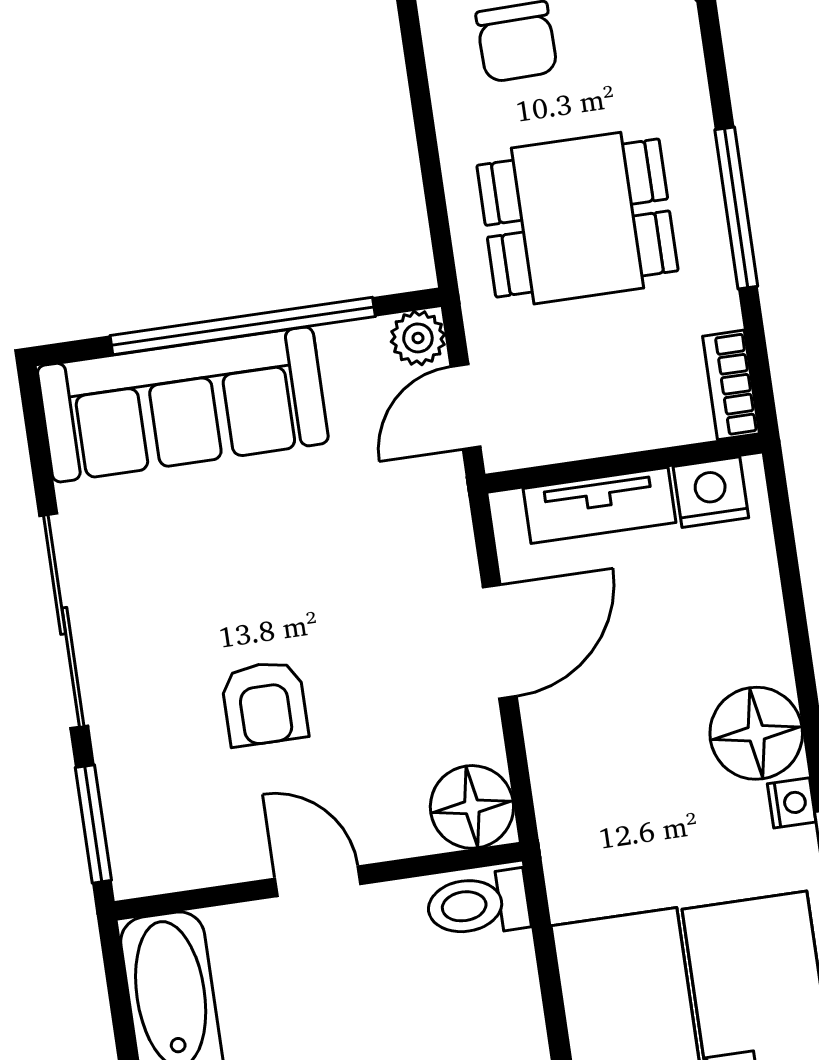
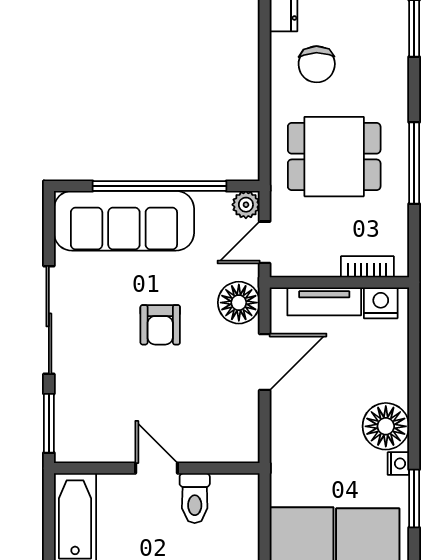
bookcase: (731, 385) -> (367, 267), moved, turned 90
armchair: (265, 703) -> (160, 325), moved
floor lamp: (472, 807) -> (239, 303), moved
toilet: (478, 904) -> (195, 498), moved, turned -90

